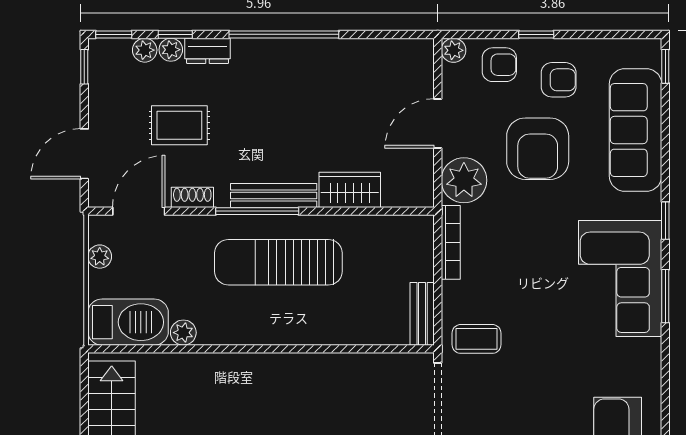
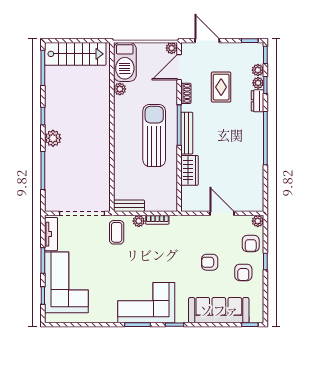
armchair: (538, 149) -> (210, 262), width x0.53, depth x0.53
plant: (464, 180) -> (139, 221), moved, width x0.53, depth x0.53
door: (139, 211) -> (179, 67), swing flipped
bookcase: (451, 242) -> (157, 220), width x0.64
plant: (100, 257) -> (172, 48), moved

